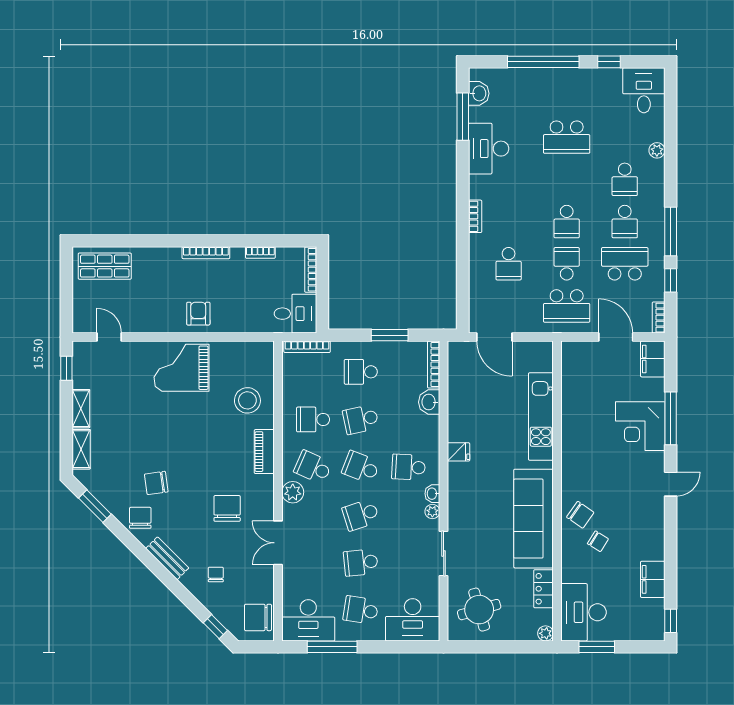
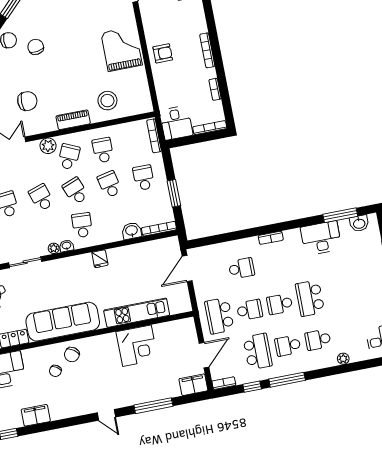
school desk: (567, 137) -> (310, 298), moved
school desk: (509, 264) -> (241, 268), turned 180
corner desk: (640, 426) -> (137, 346), moved, turned 180
school desk: (361, 467) -> (75, 191), turned -42

